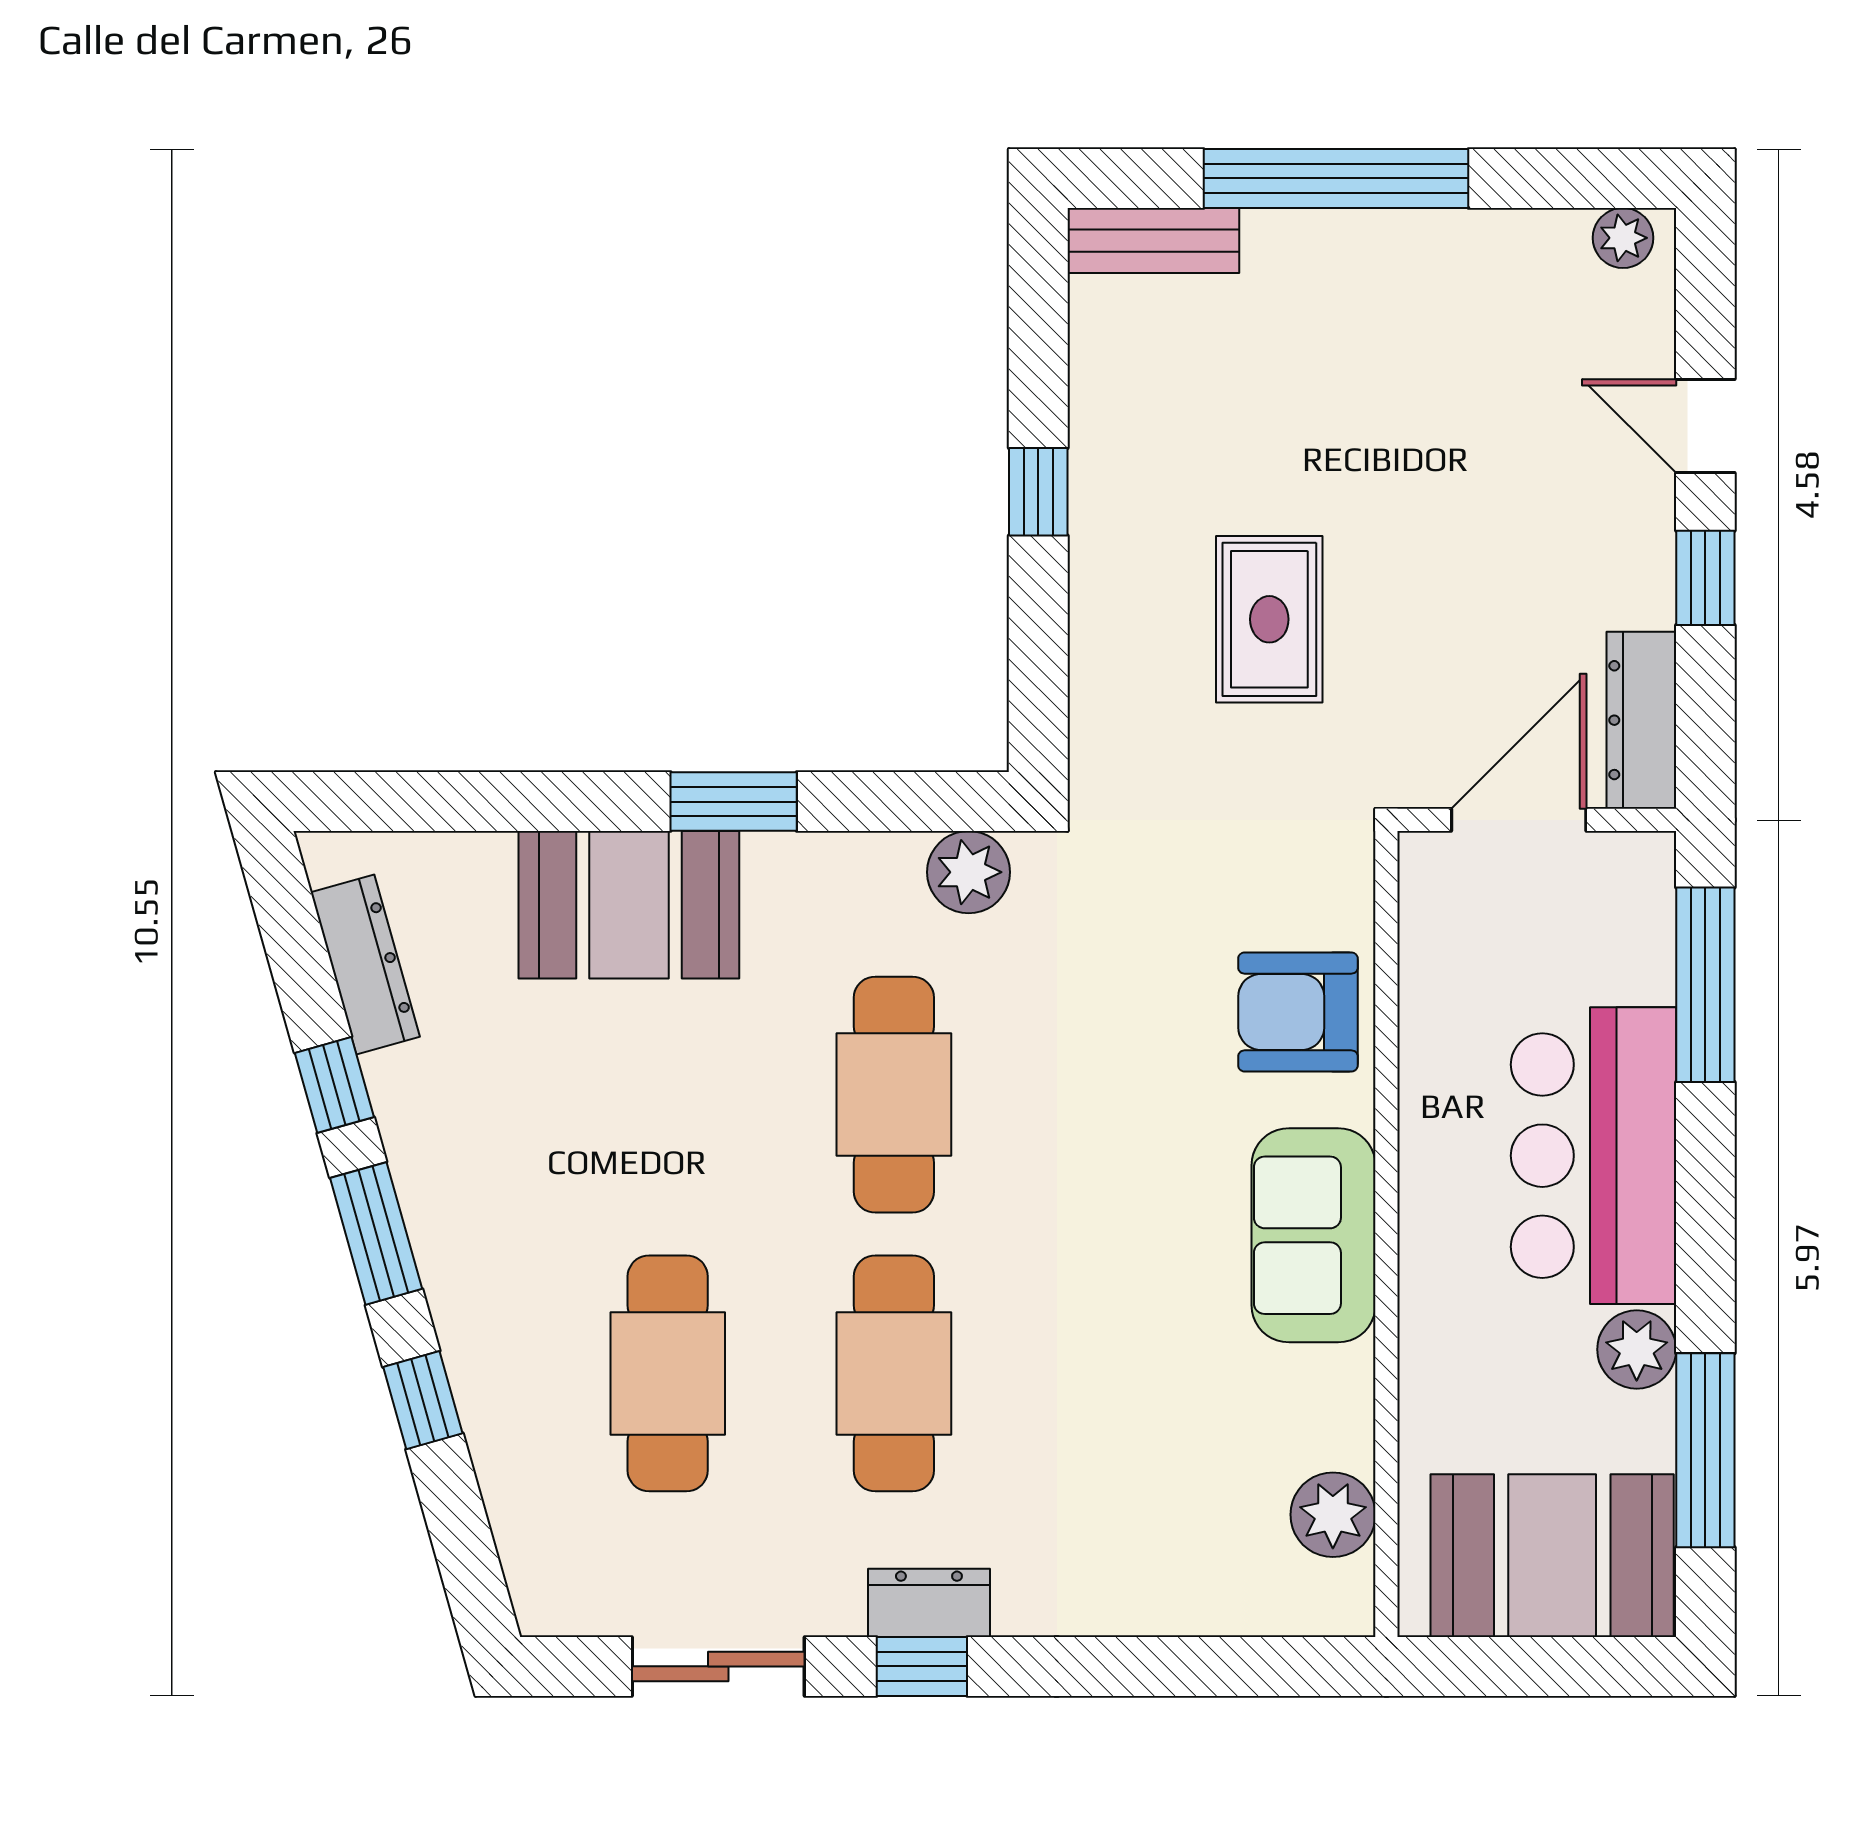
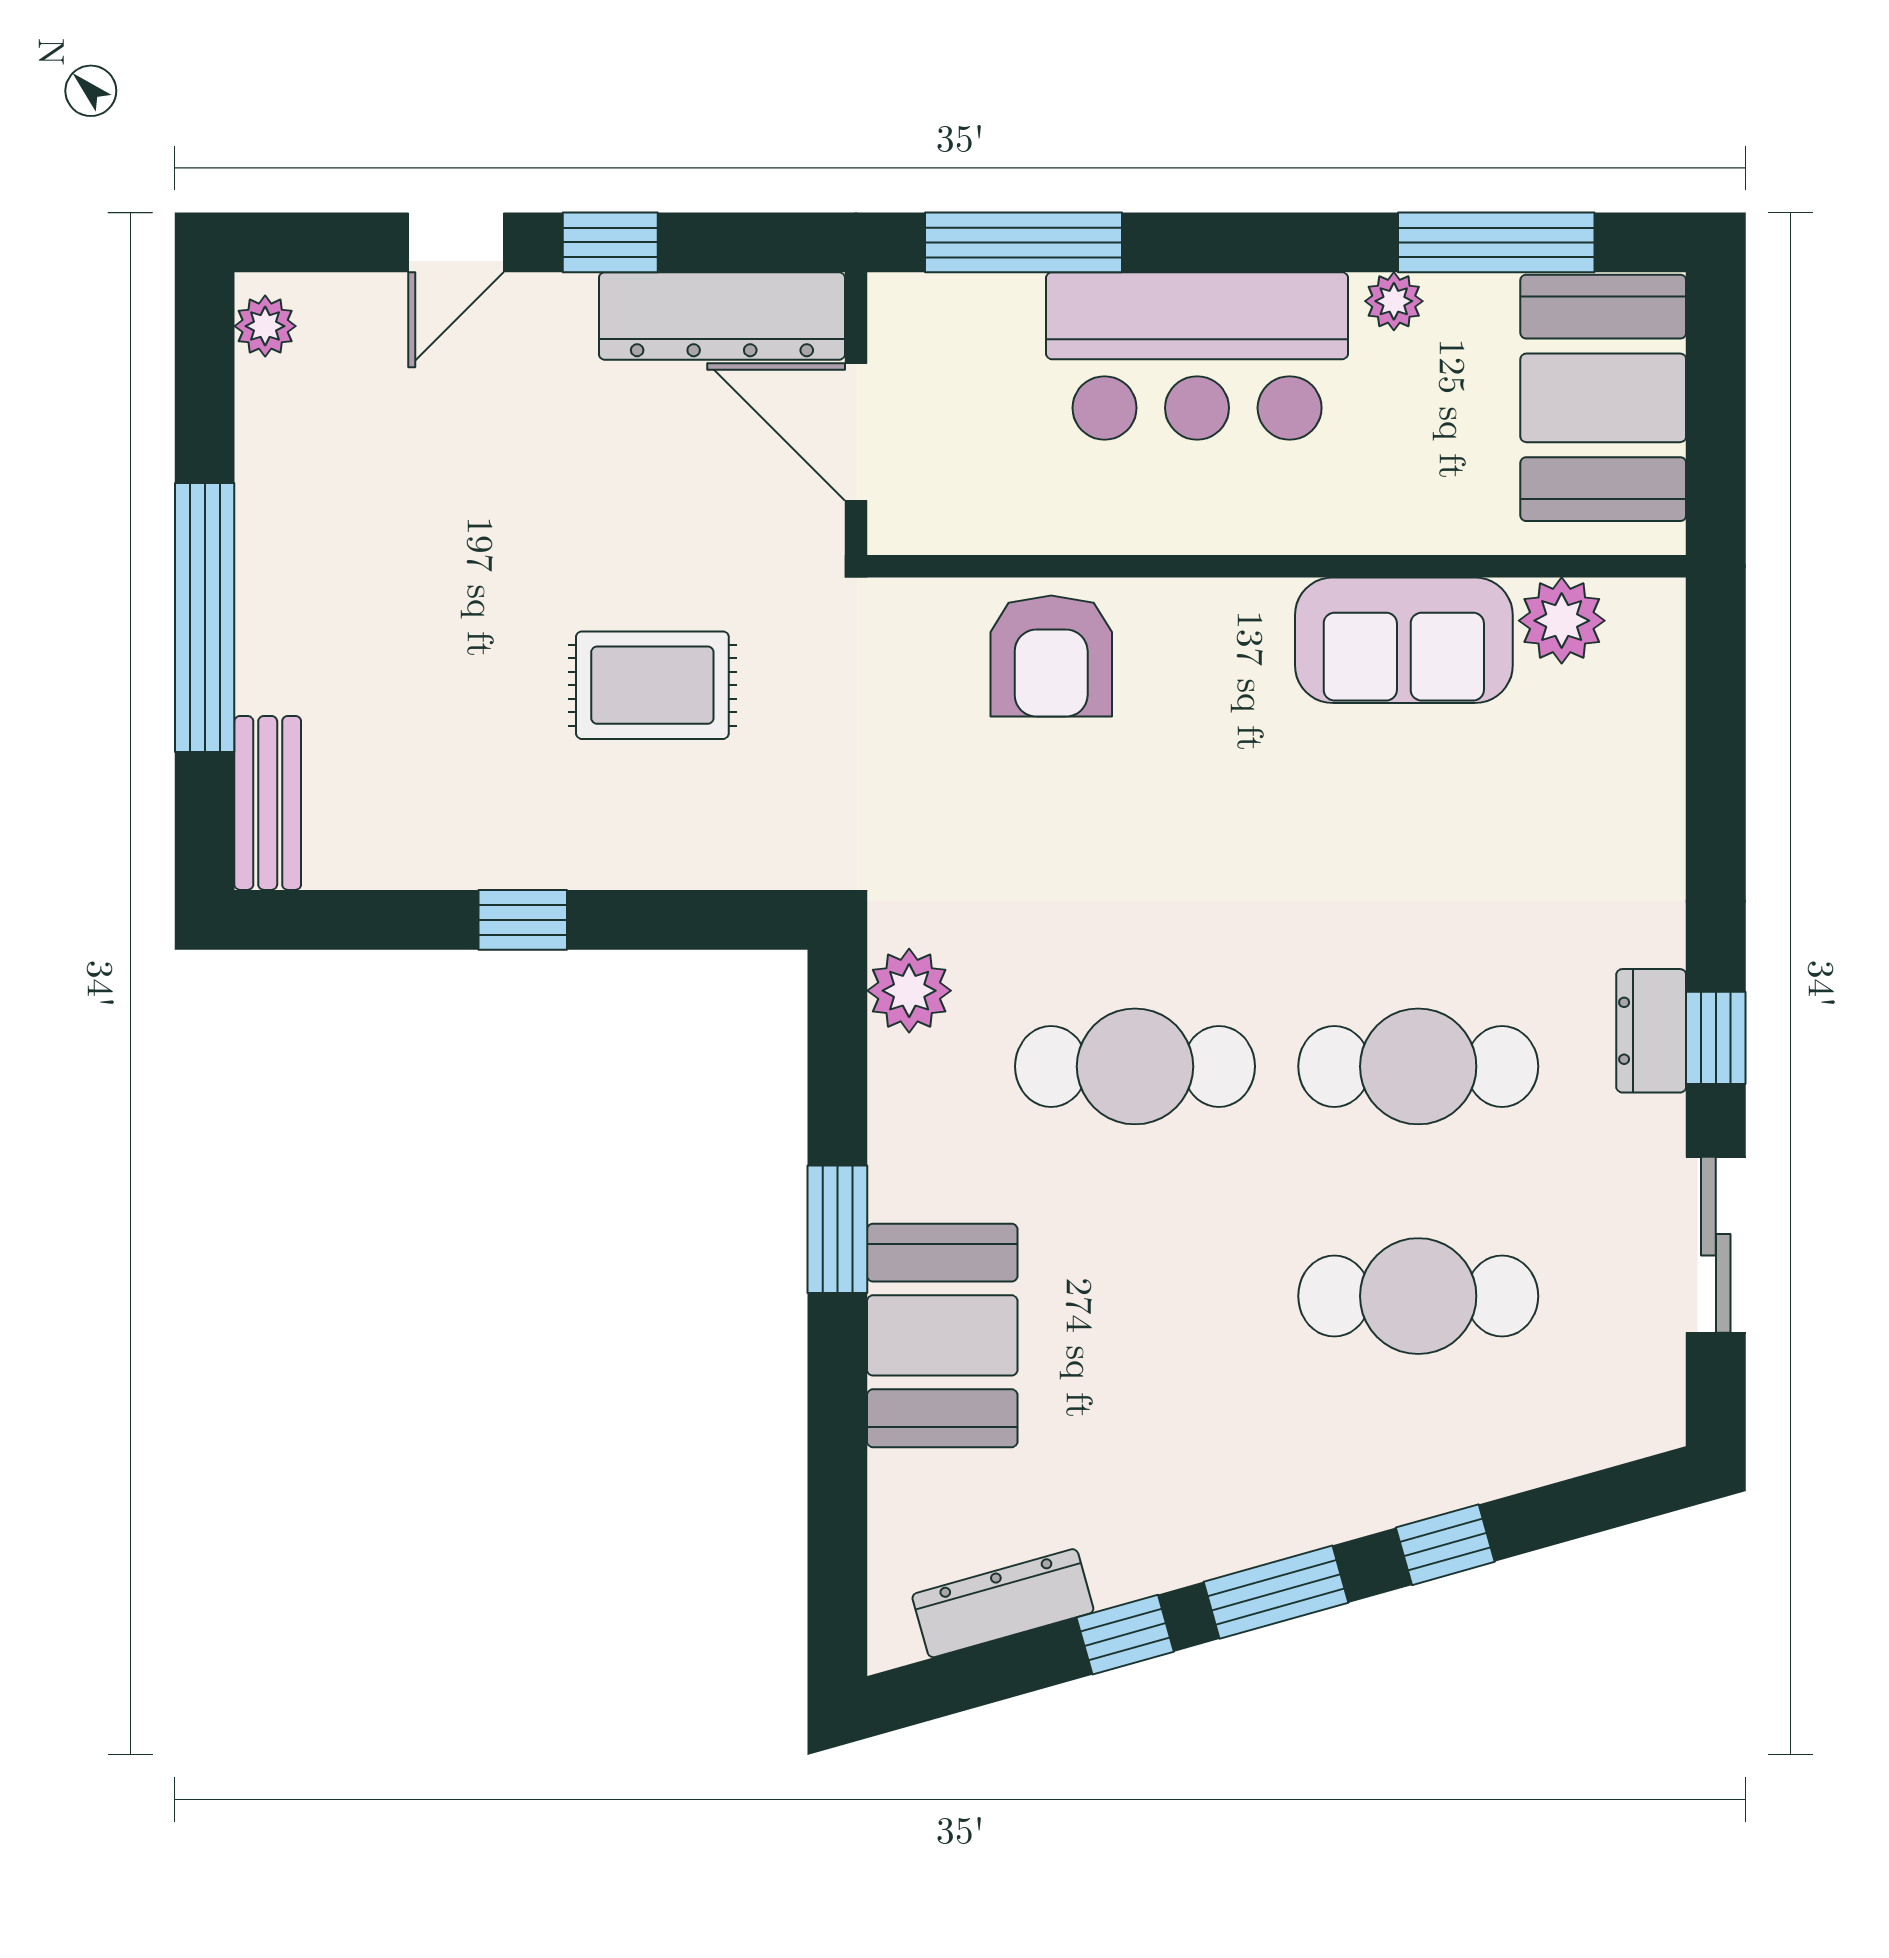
dresser: (1641, 720) -> (722, 316), width x1.37, depth x1.24
sofa: (1314, 1235) -> (1404, 640), moved
plant: (1637, 1349) -> (1394, 301), width x0.73, depth x0.73

